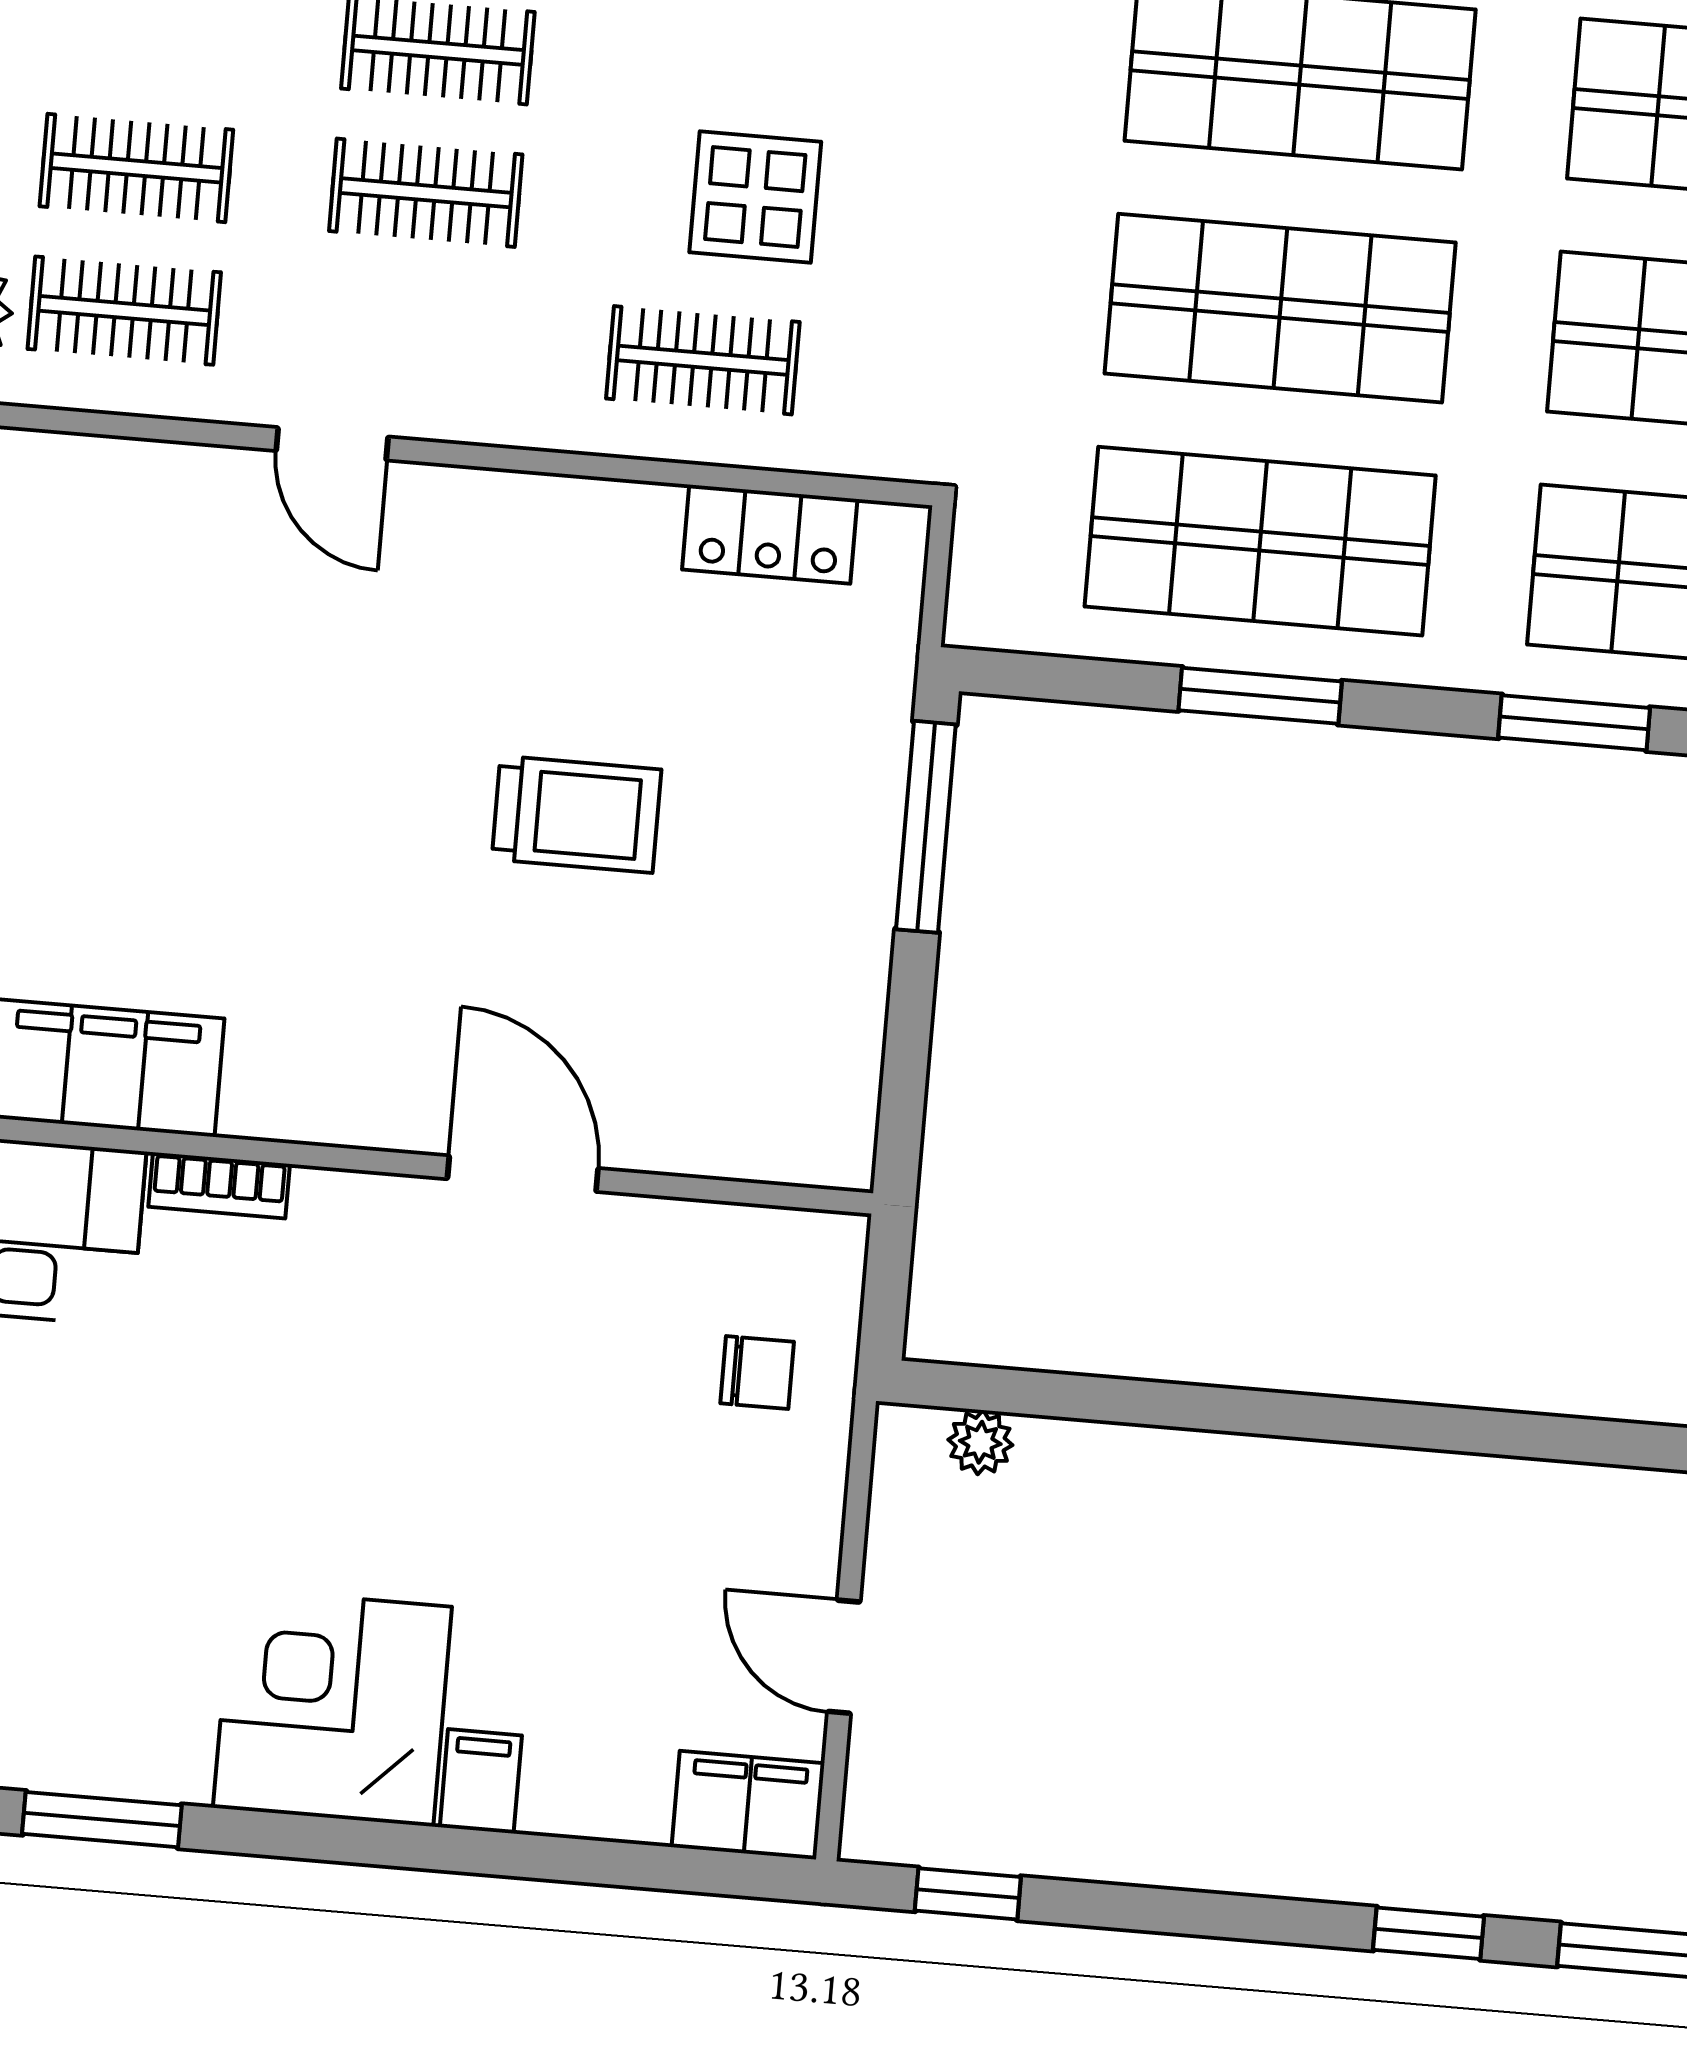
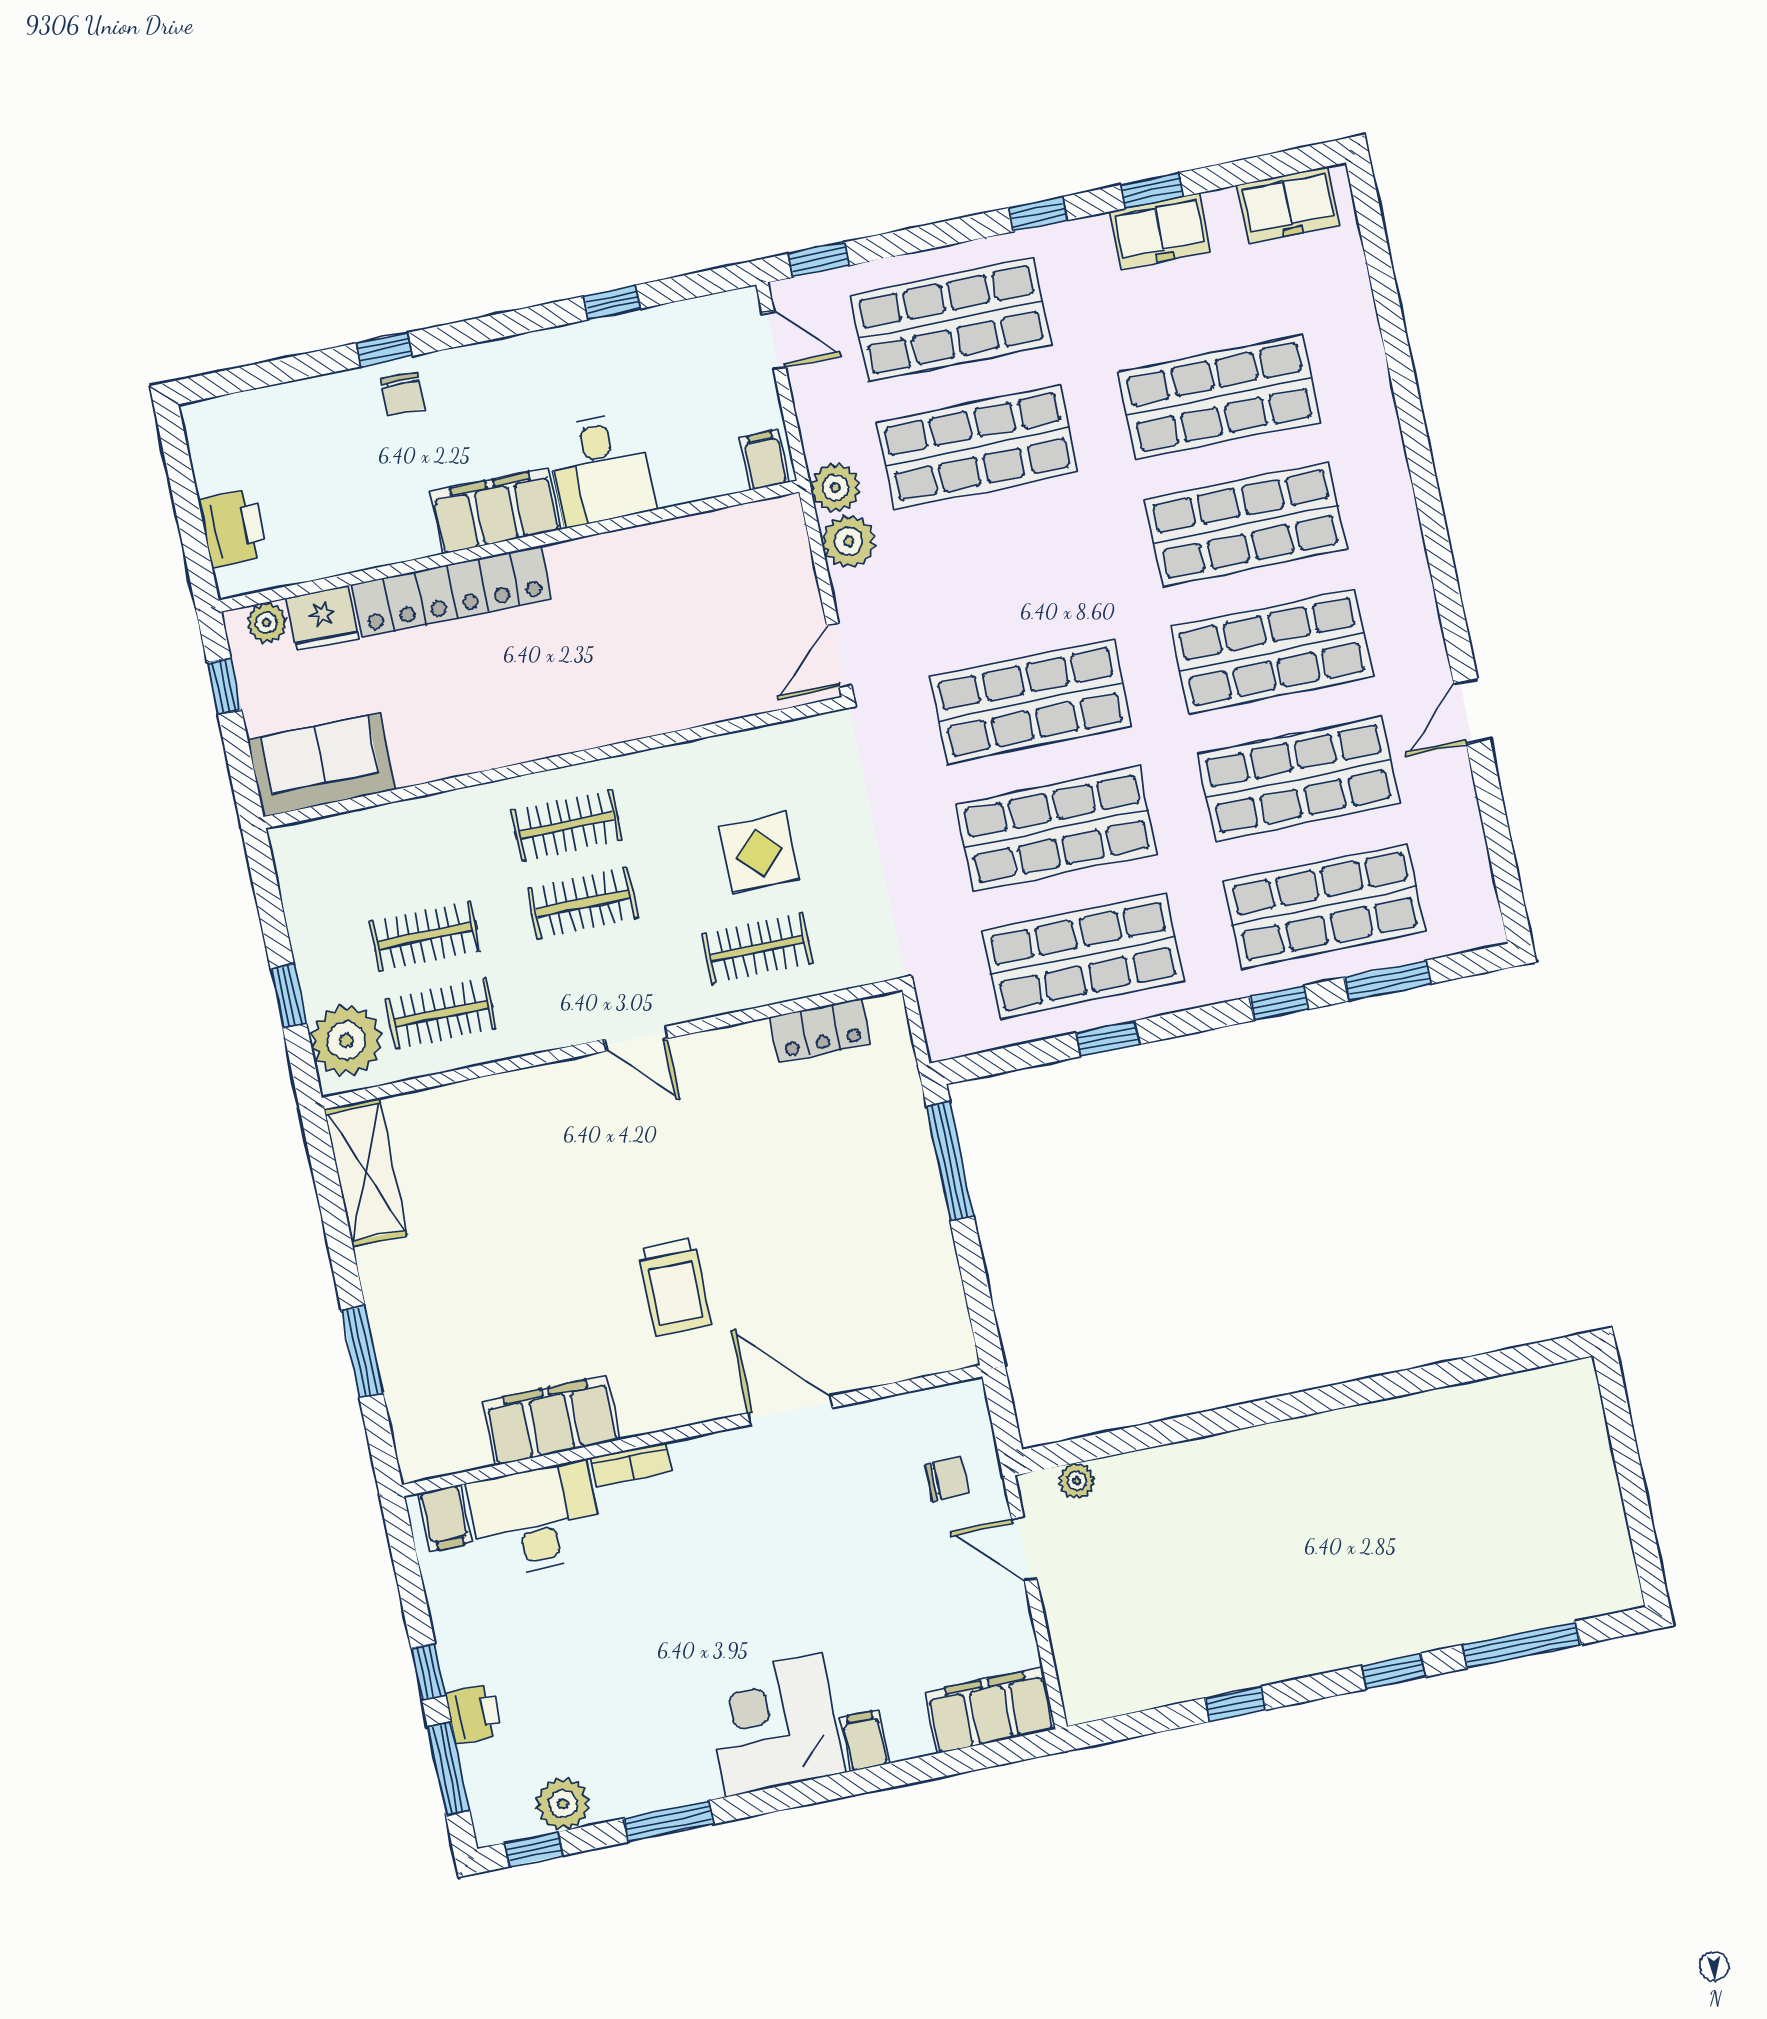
door: (332, 444) -> (636, 1039), moved
window: (1260, 696) -> (1107, 1039), width x0.67
window: (1574, 723) -> (1279, 1003), width x0.67
trolley: (577, 814) -> (675, 1287), moved, turned 90
door: (844, 1657) -> (1024, 1549), moved
filing cabinet: (748, 1805) -> (990, 1711), width x1.50, depth x1.17
window: (968, 1894) -> (1235, 1704), moved

